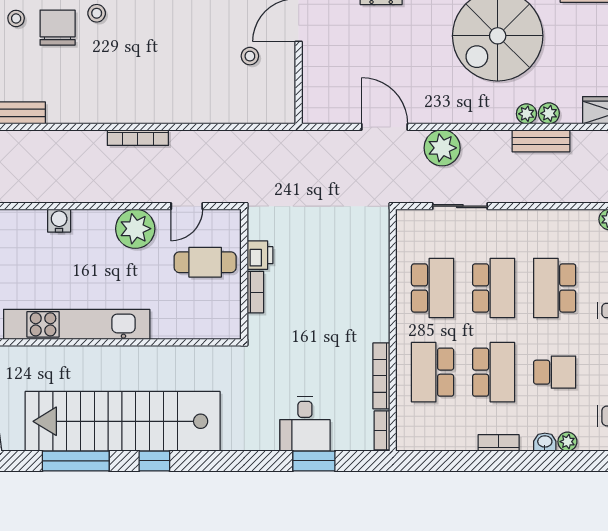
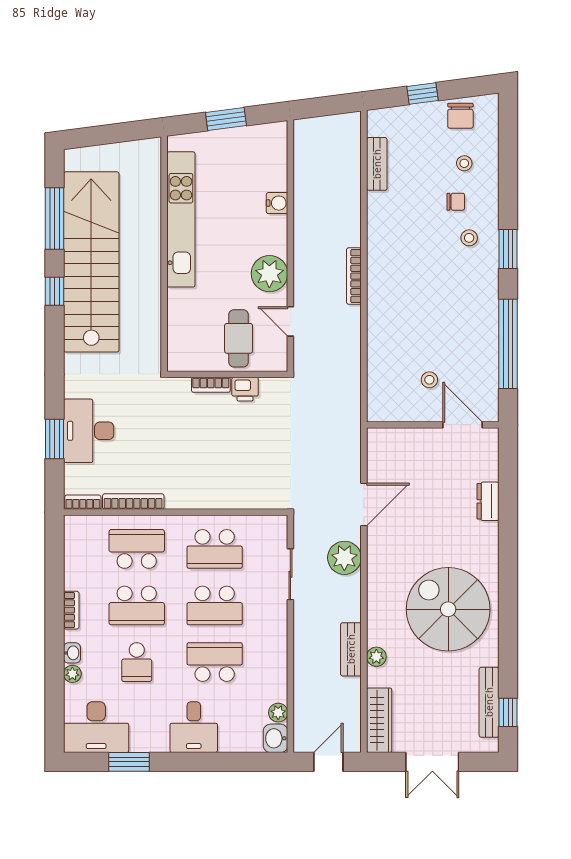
chair: (58, 28) -> (456, 202), width x0.54, depth x0.54
plant: (526, 114) -> (376, 636), removed
desk: (305, 424) -> (89, 431), width x1.37

